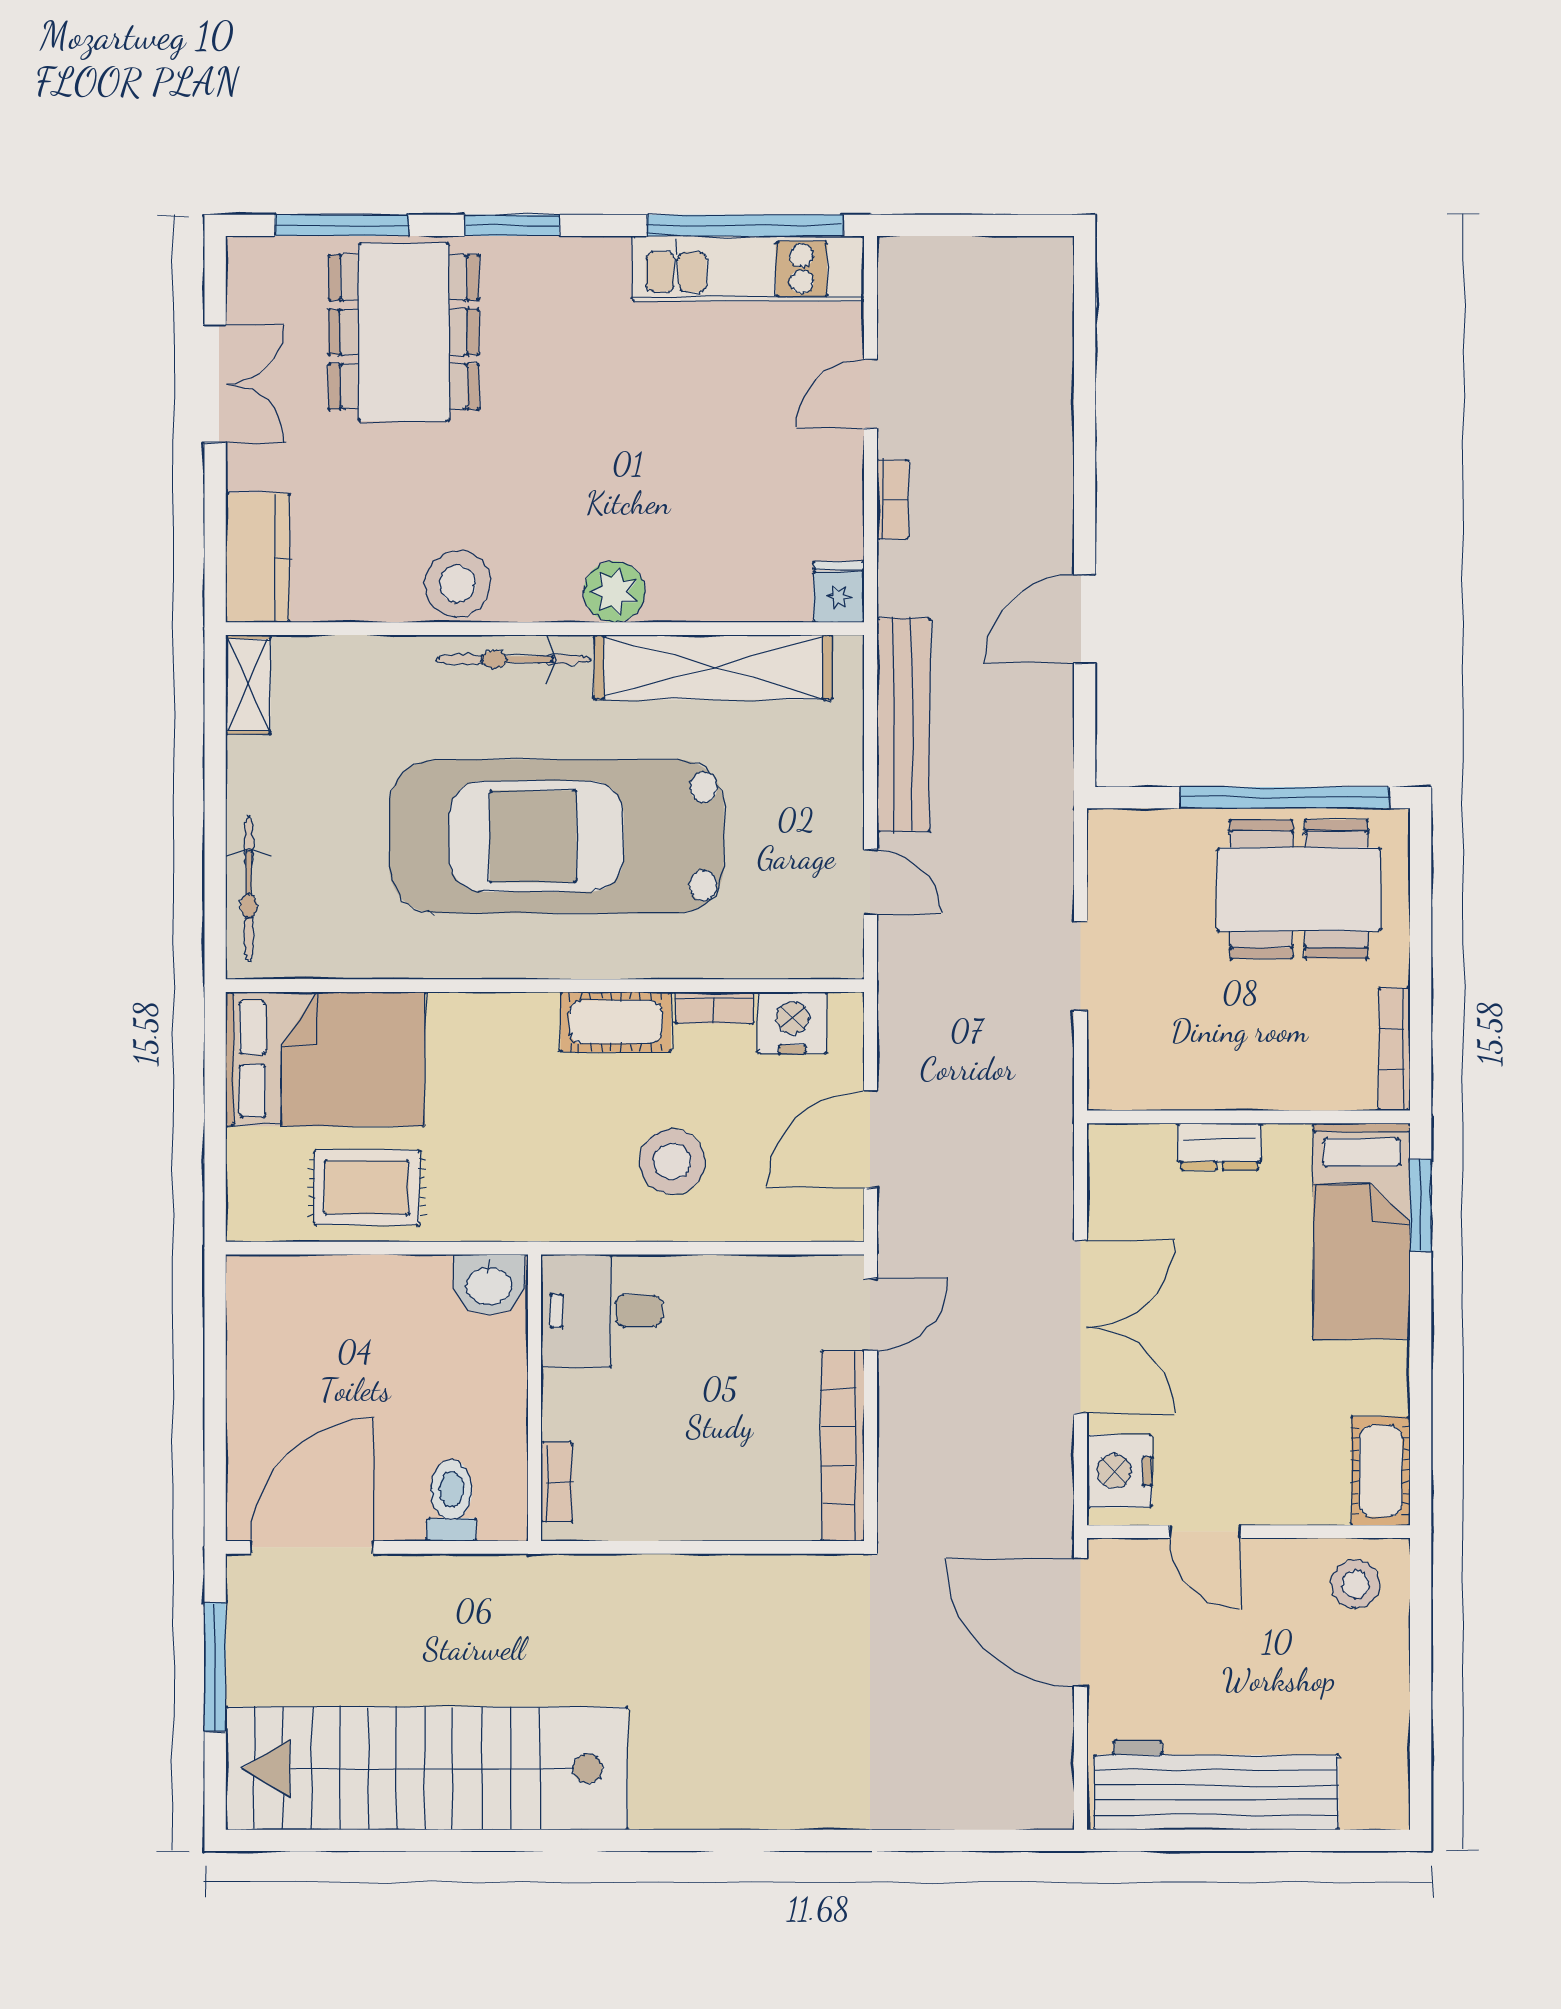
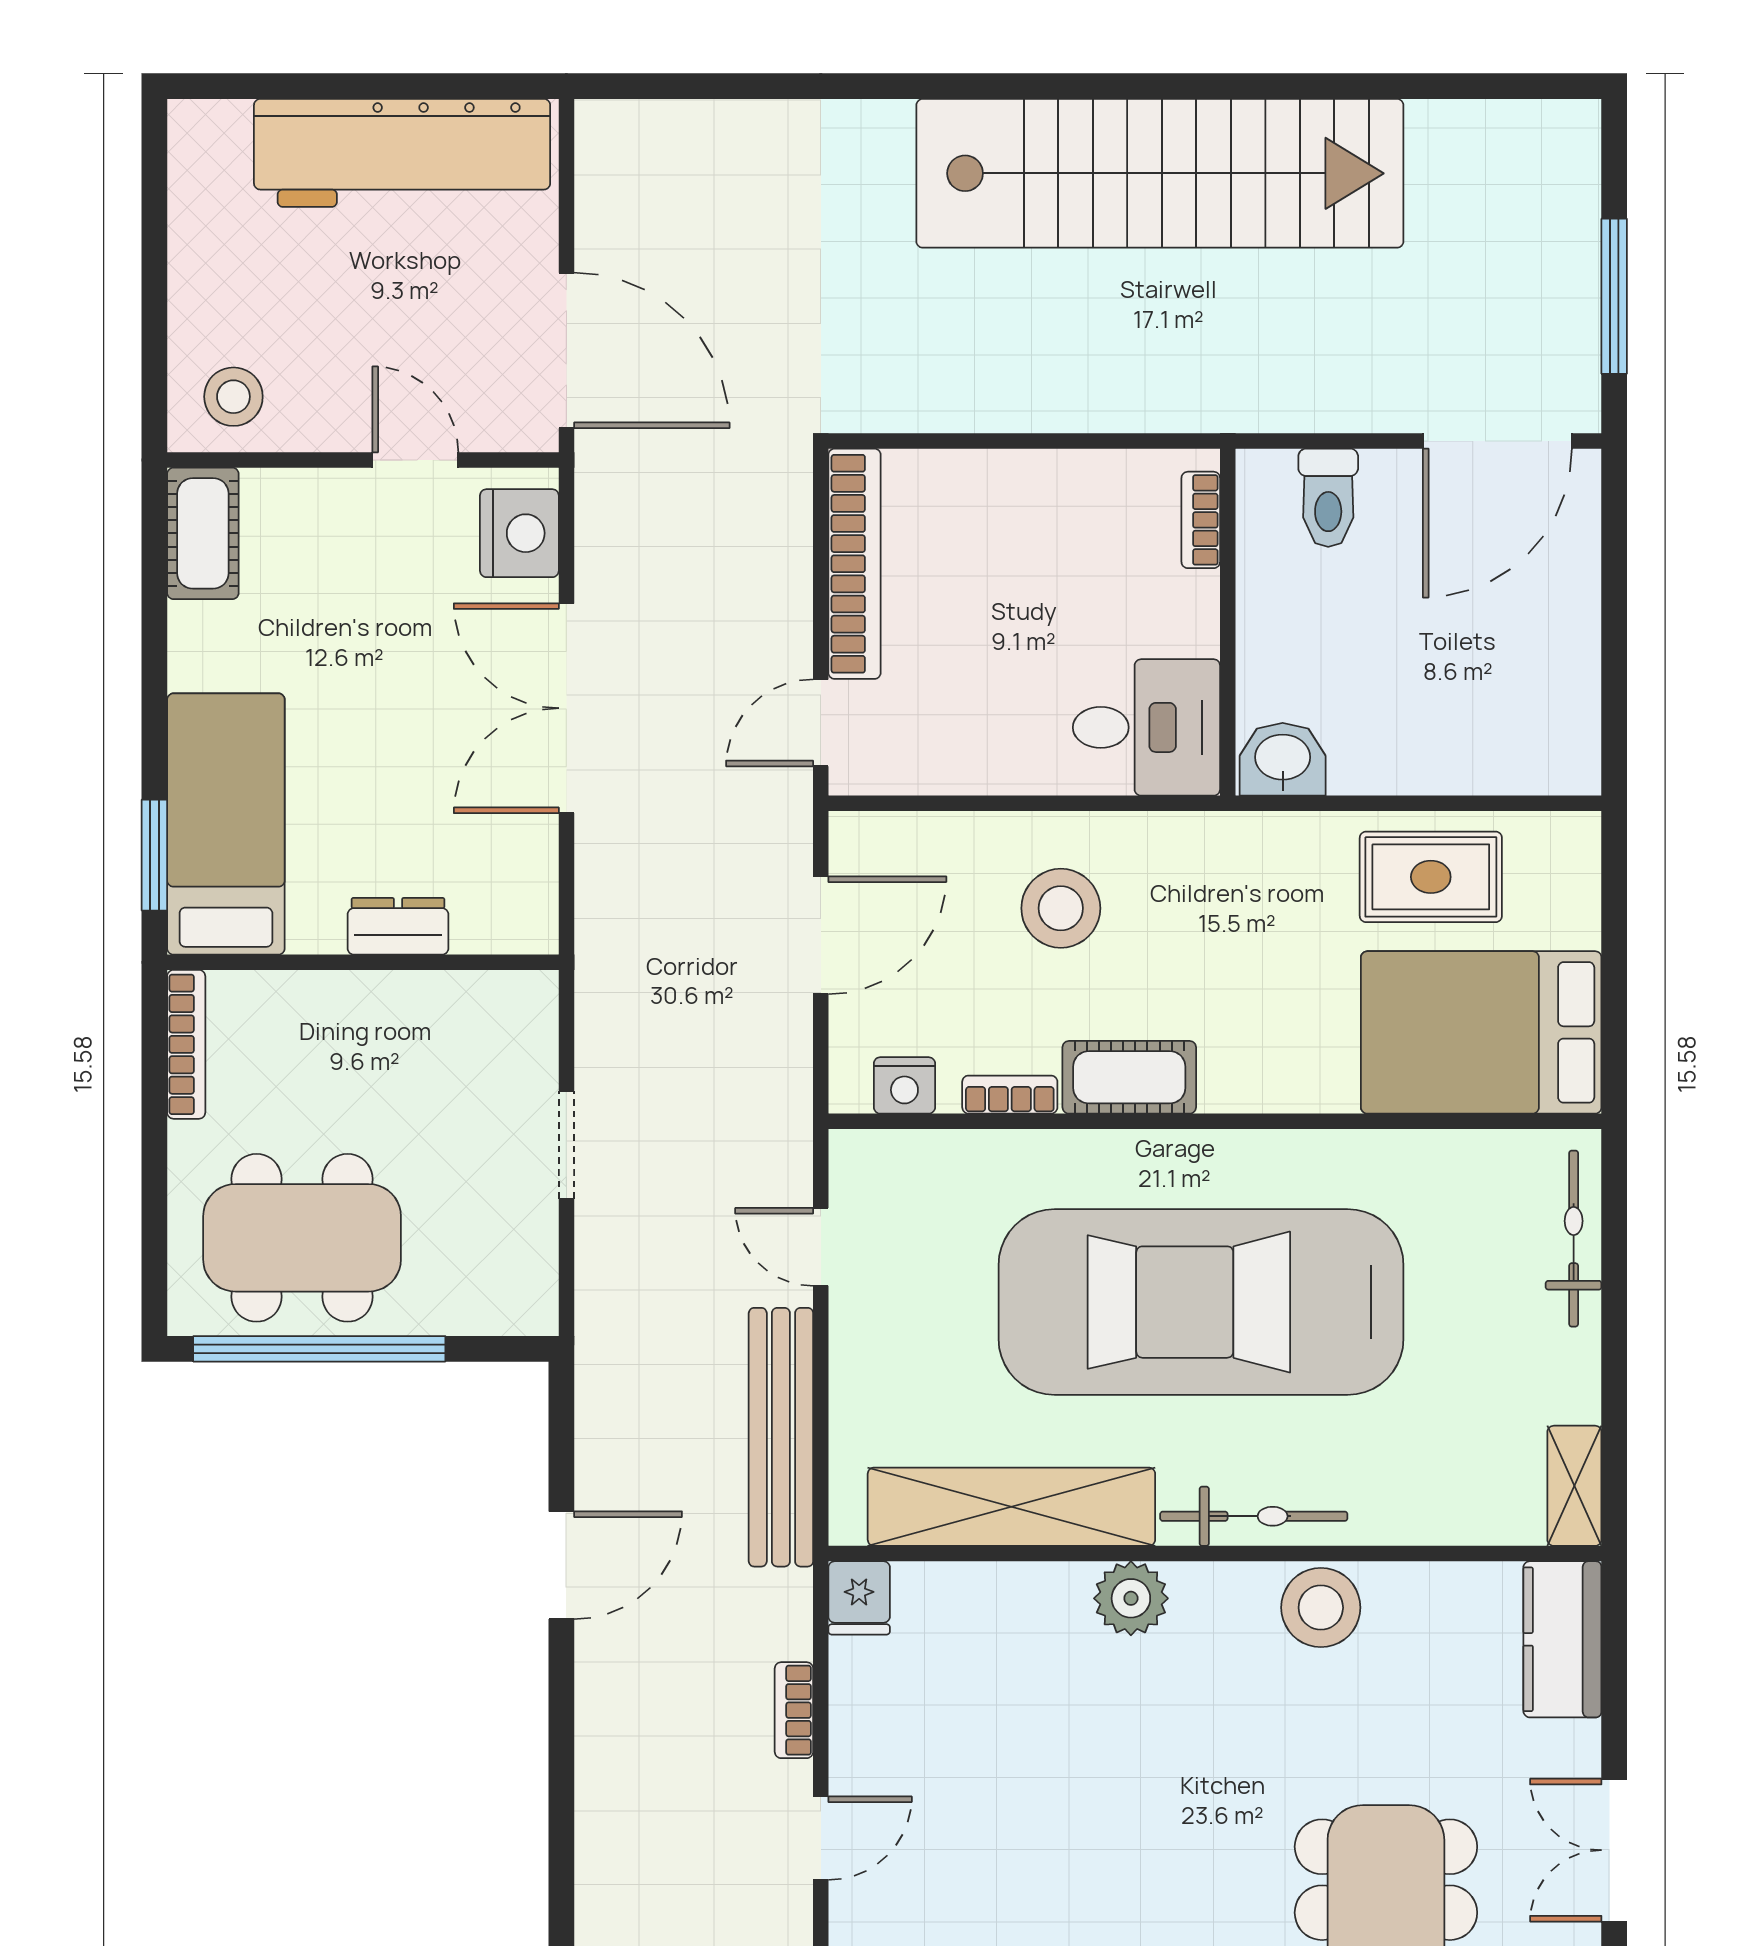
car: (556, 836) -> (1201, 1302), turned 180
nightstand: (792, 1023) -> (904, 1085), width x0.74, depth x0.75
stairs: (427, 1768) -> (1160, 173), moved

